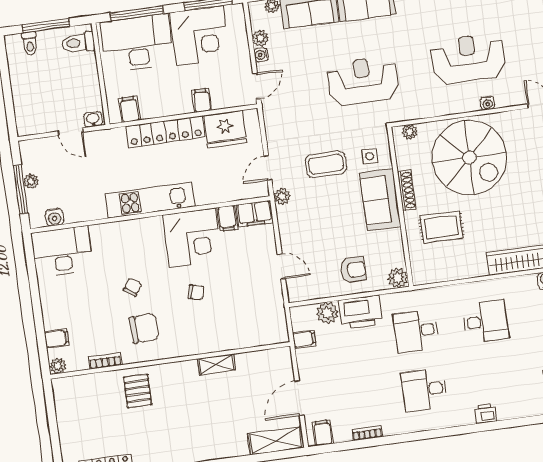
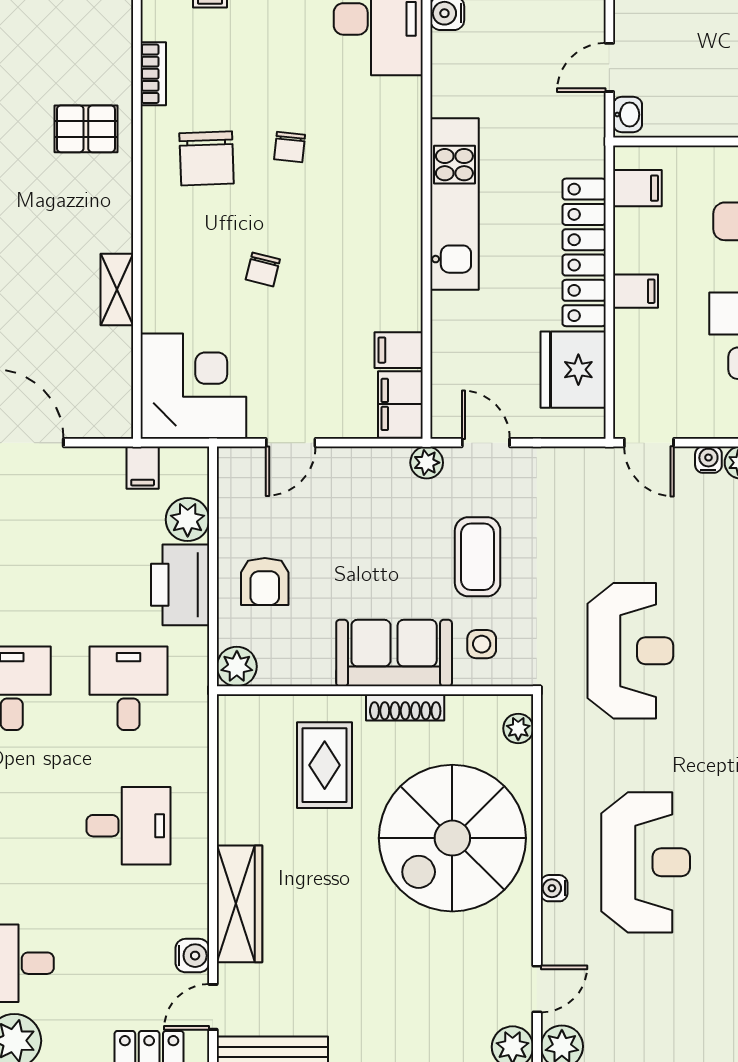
filing cabinet: (202, 100) -> (636, 291), moved
corner desk: (192, 238) -> (193, 386), moved, turned 180
chair: (133, 287) -> (290, 147), turned 60
desk: (485, 321) -> (129, 826), turned -90

